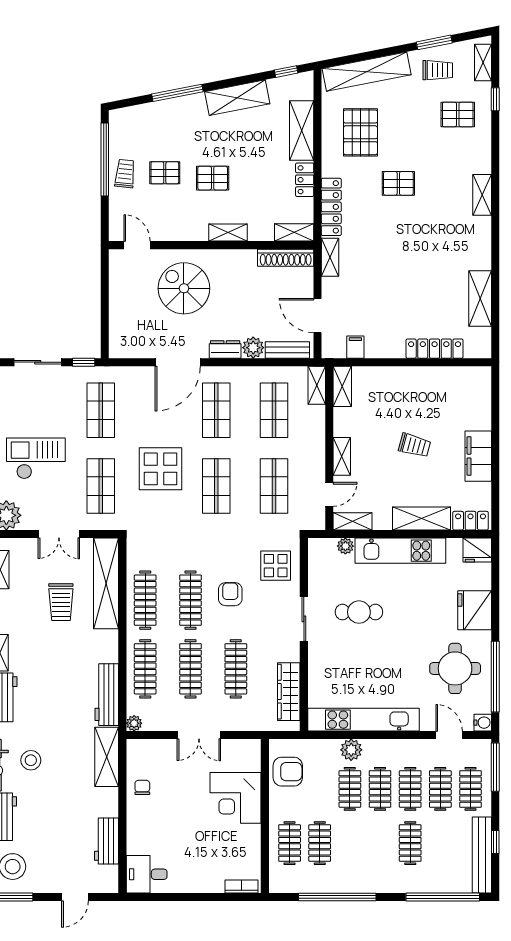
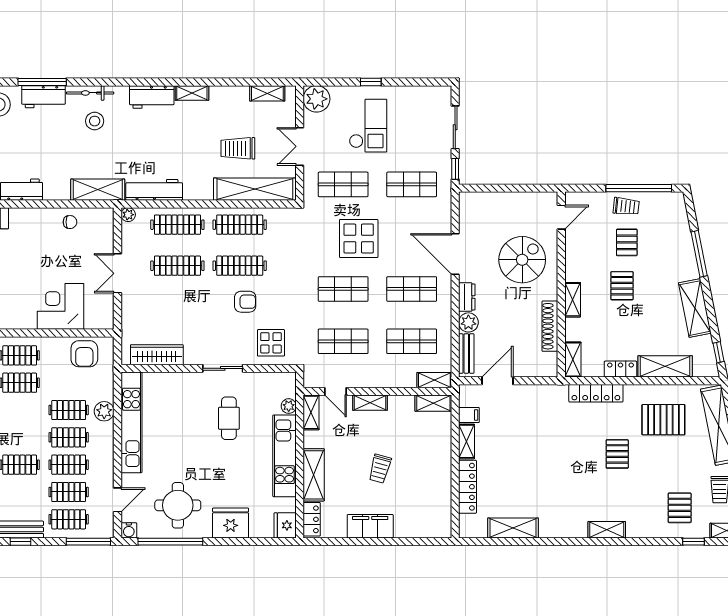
shelving: (330, 257) -> (467, 441), moved, turned 90
shoe rack: (286, 258) -> (550, 326), moved
clothes rail: (236, 669) -> (177, 307), removed

